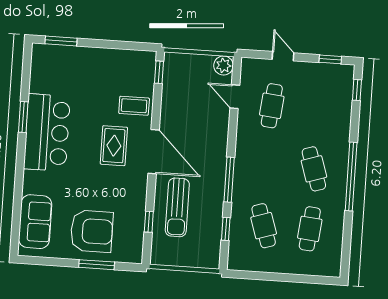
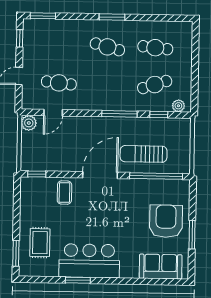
window: (357, 90) -> (43, 16), width x1.50
rug: (114, 146) -> (40, 243), moved, turned 90
cafe table: (314, 169) -> (107, 47), turned 33
window: (351, 177) -> (112, 17), width x0.47
sun lounger: (177, 207) -> (144, 154), turned 180
window: (149, 222) -> (156, 176), width x3.17
plant: (236, 254) -> (178, 106), added
window: (97, 265) -> (192, 235), moved

